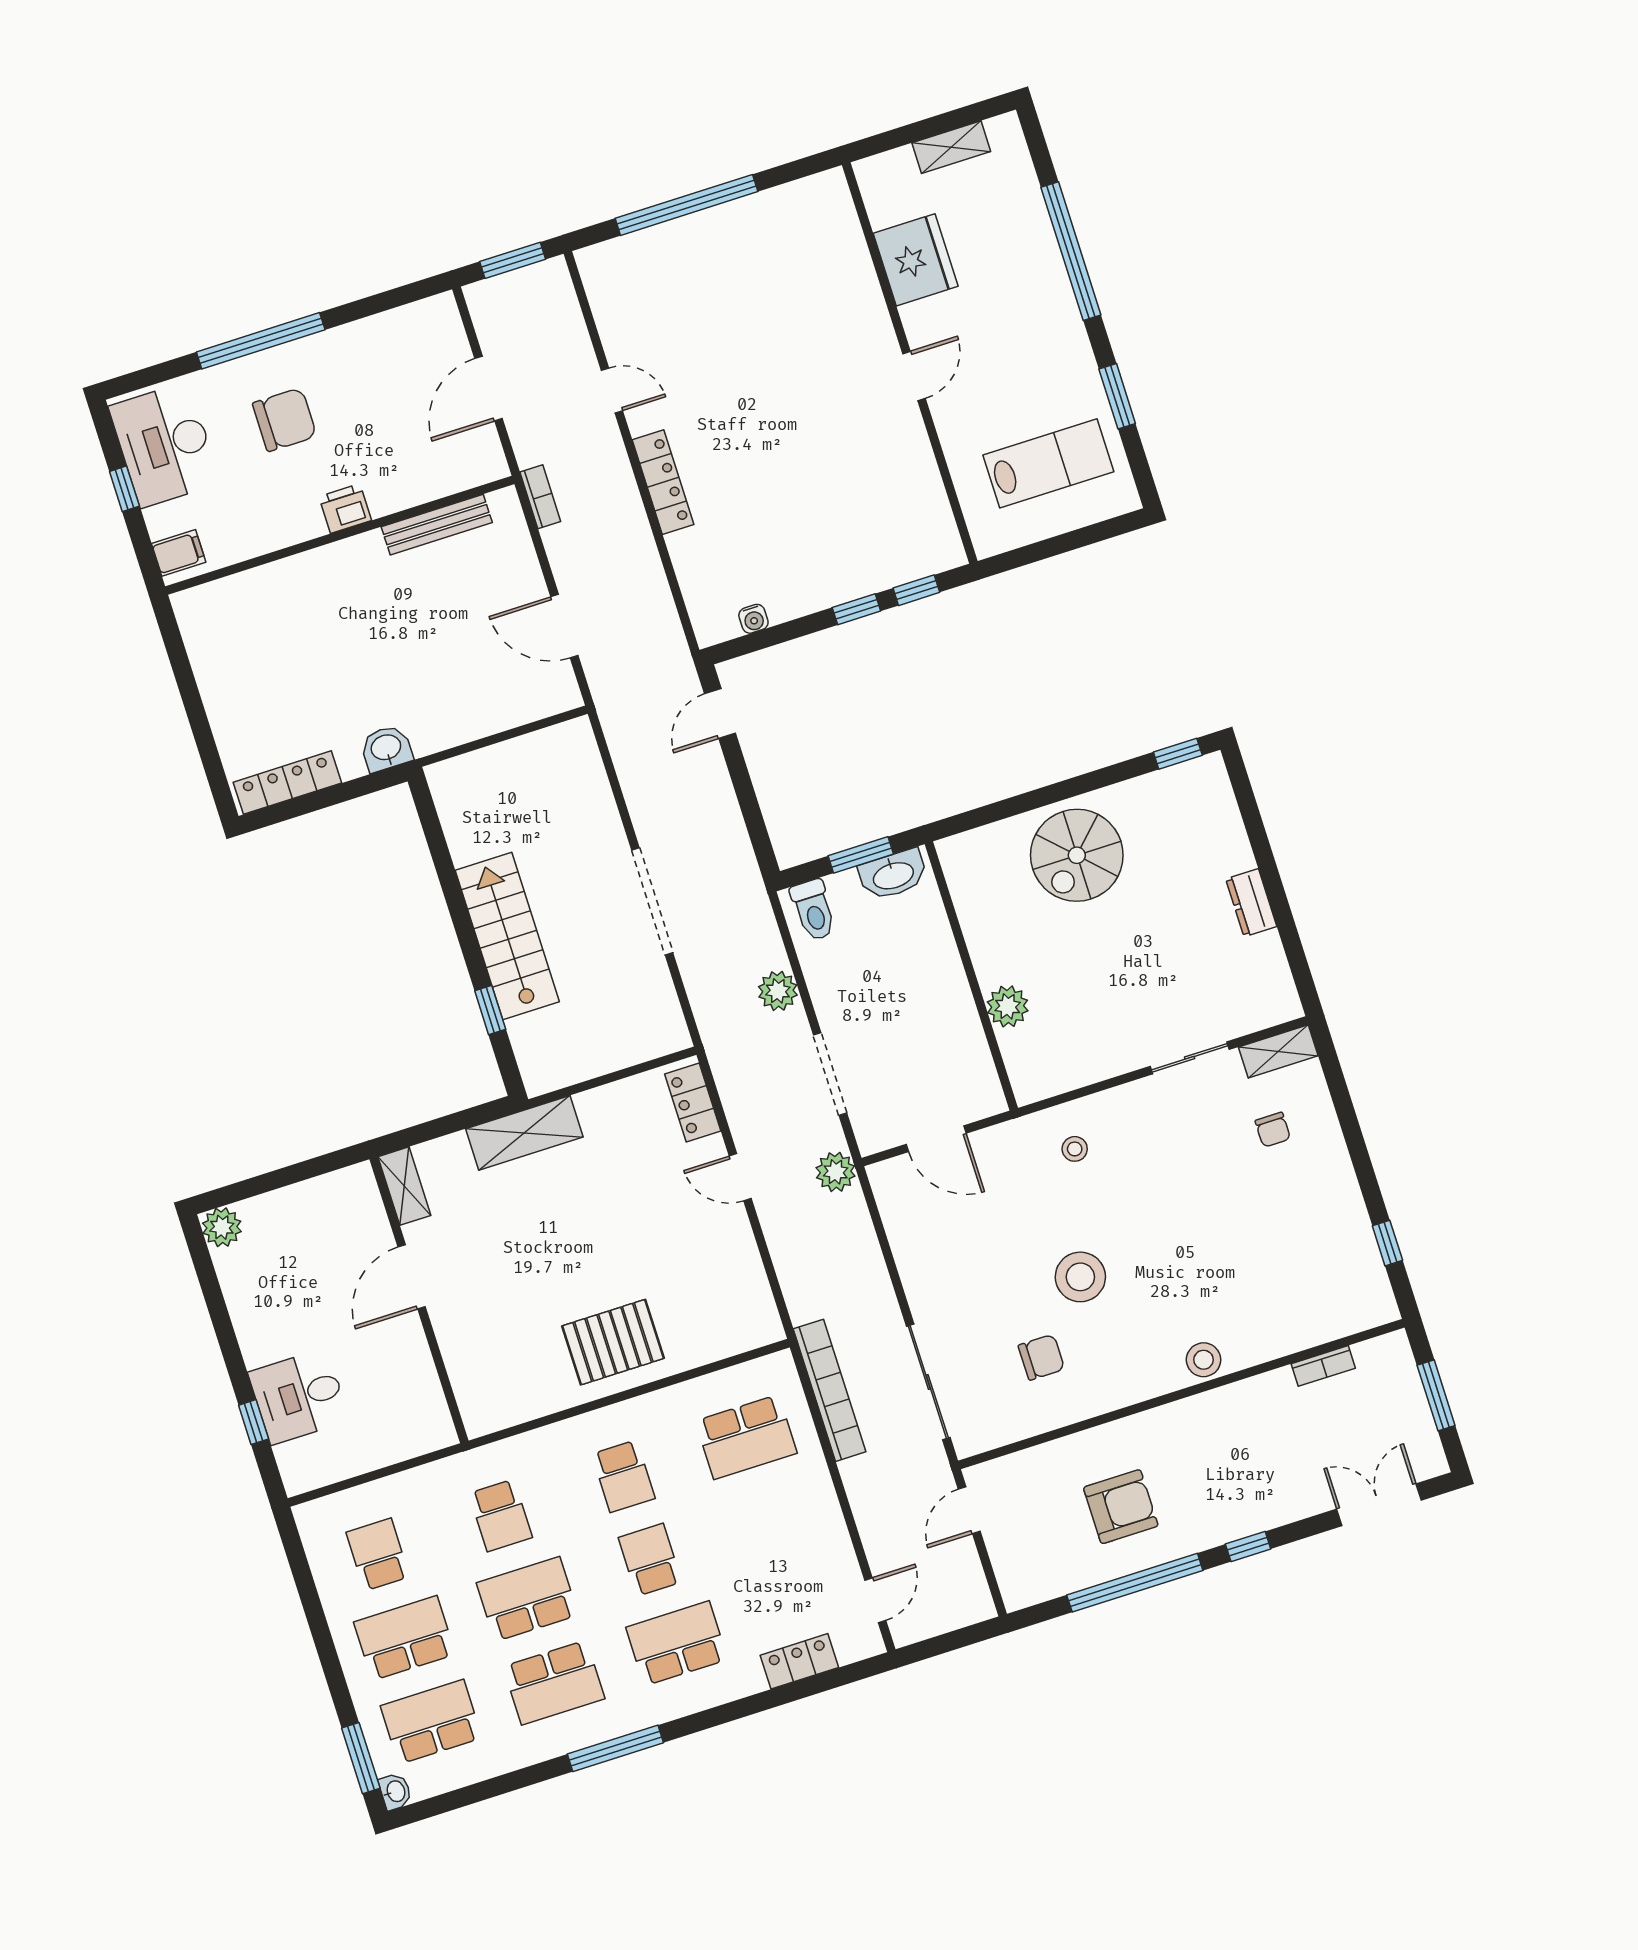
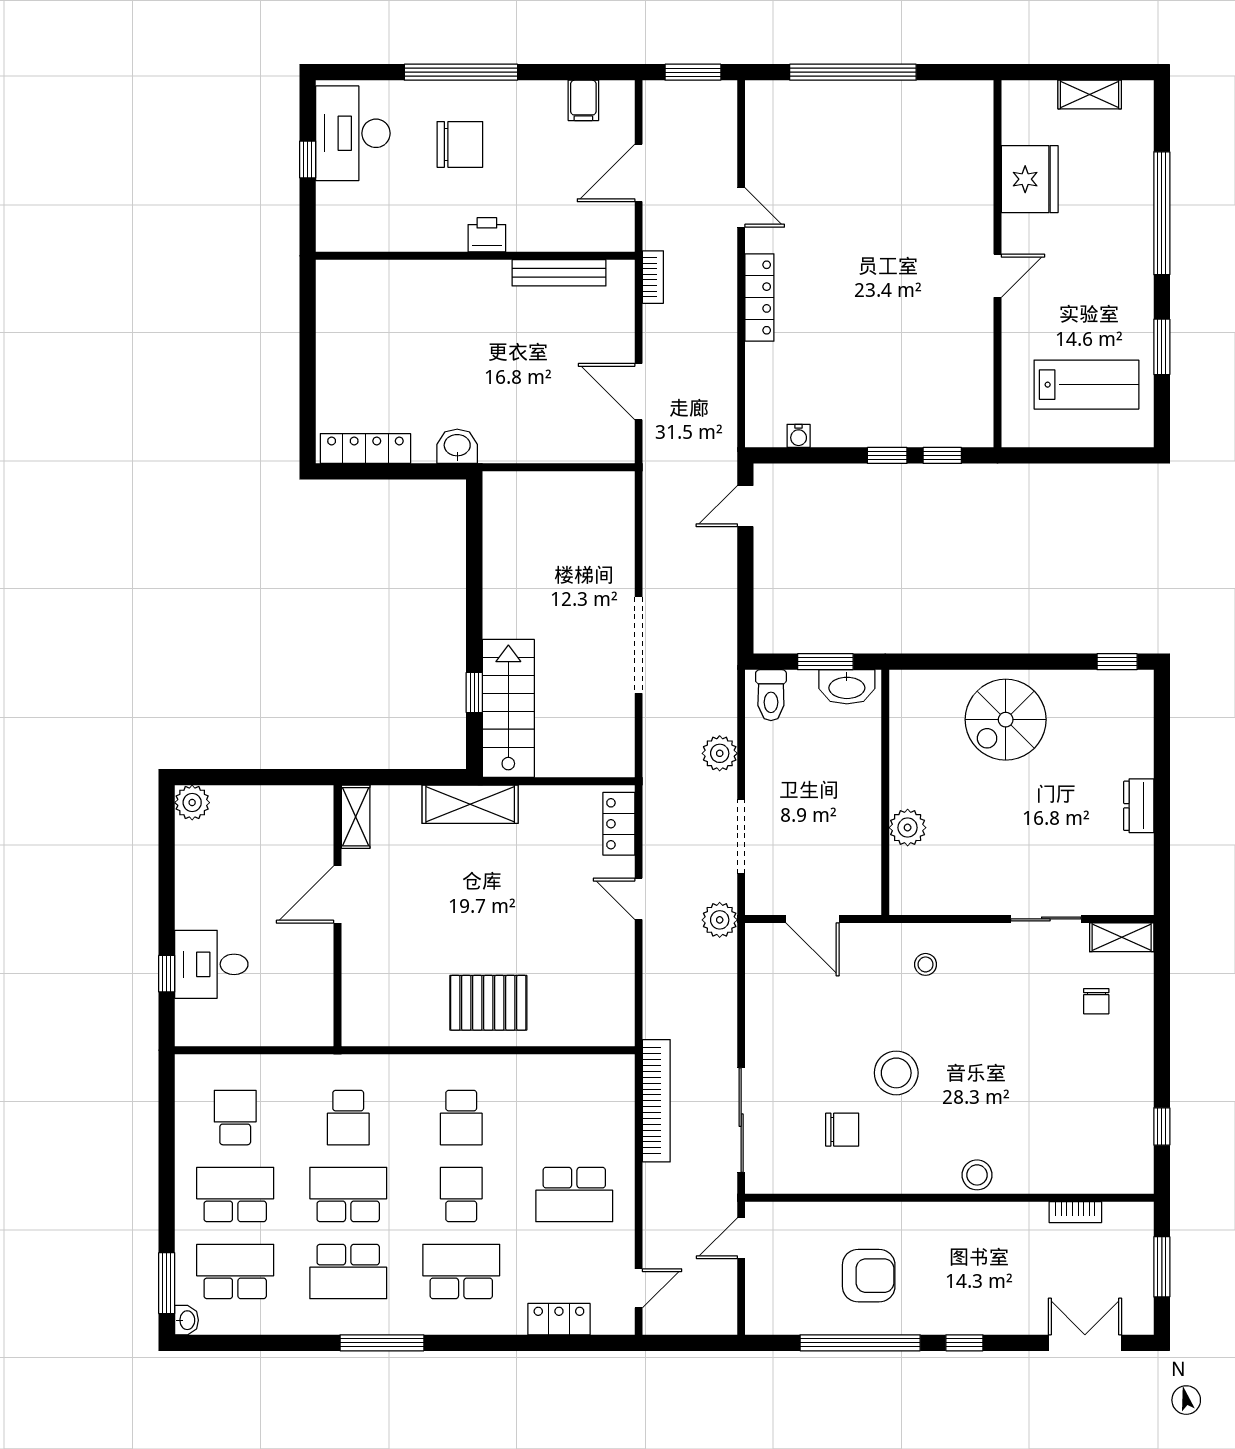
filing cabinet: (179, 553) -> (583, 100), moved, turned 90
stairs: (507, 936) -> (508, 708), moved
school desk: (746, 1437) -> (574, 1195), moved

